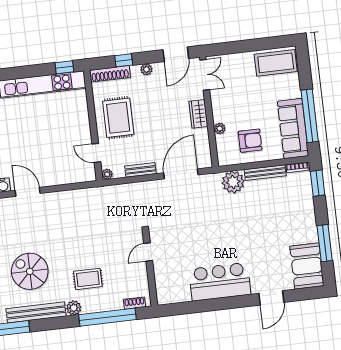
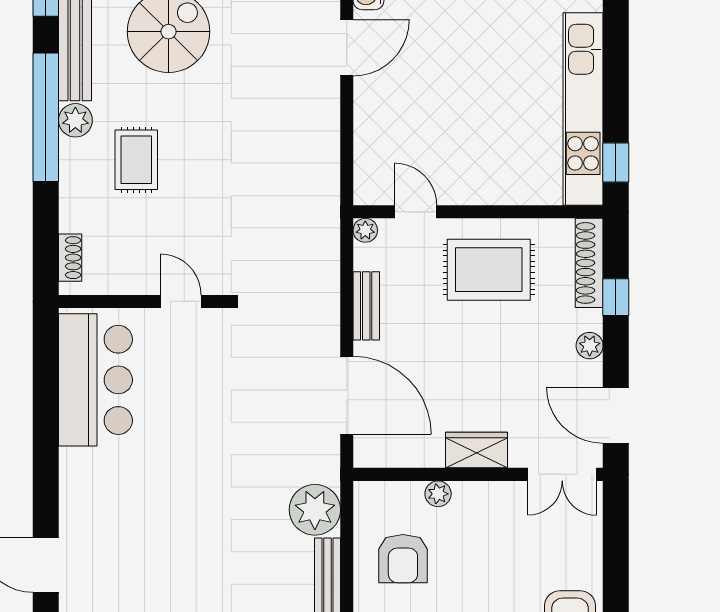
door: (96, 153) -> (416, 212), hinge flipped
bar counter: (220, 282) -> (95, 380), moved
window: (107, 317) -> (46, 117), moved

